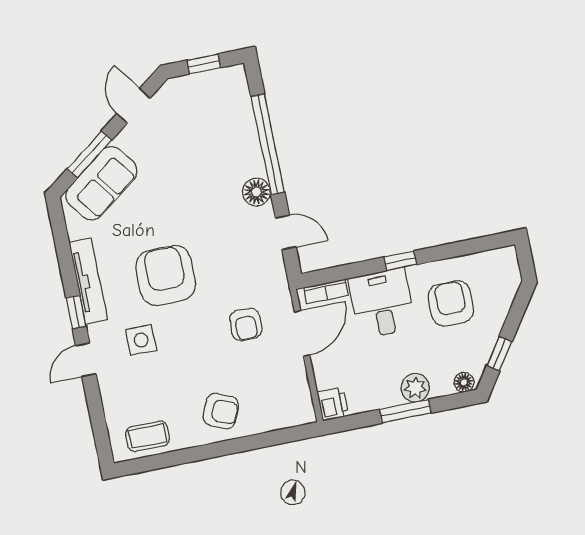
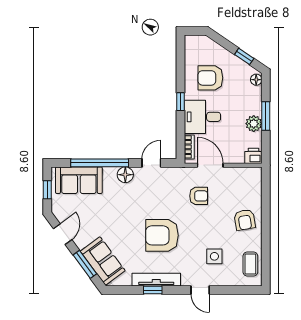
door: (133, 106) -> (63, 234), swing flipped
sofa: (231, 115) -> (79, 180), added
window: (76, 312) -> (153, 290), moved
side table: (141, 340) -> (214, 256), moved
plant: (415, 388) -> (254, 124), moved
armchair: (221, 411) -> (245, 220), turned 146

